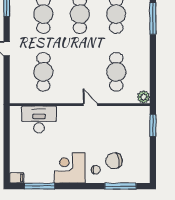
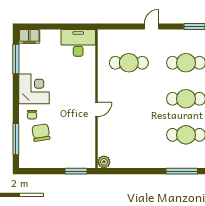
cafe table: (116, 72) -> (129, 135), removed
desk: (39, 119) -> (78, 43), moved, turned -90
filing cabinet: (17, 178) -> (29, 36), width x2.00

